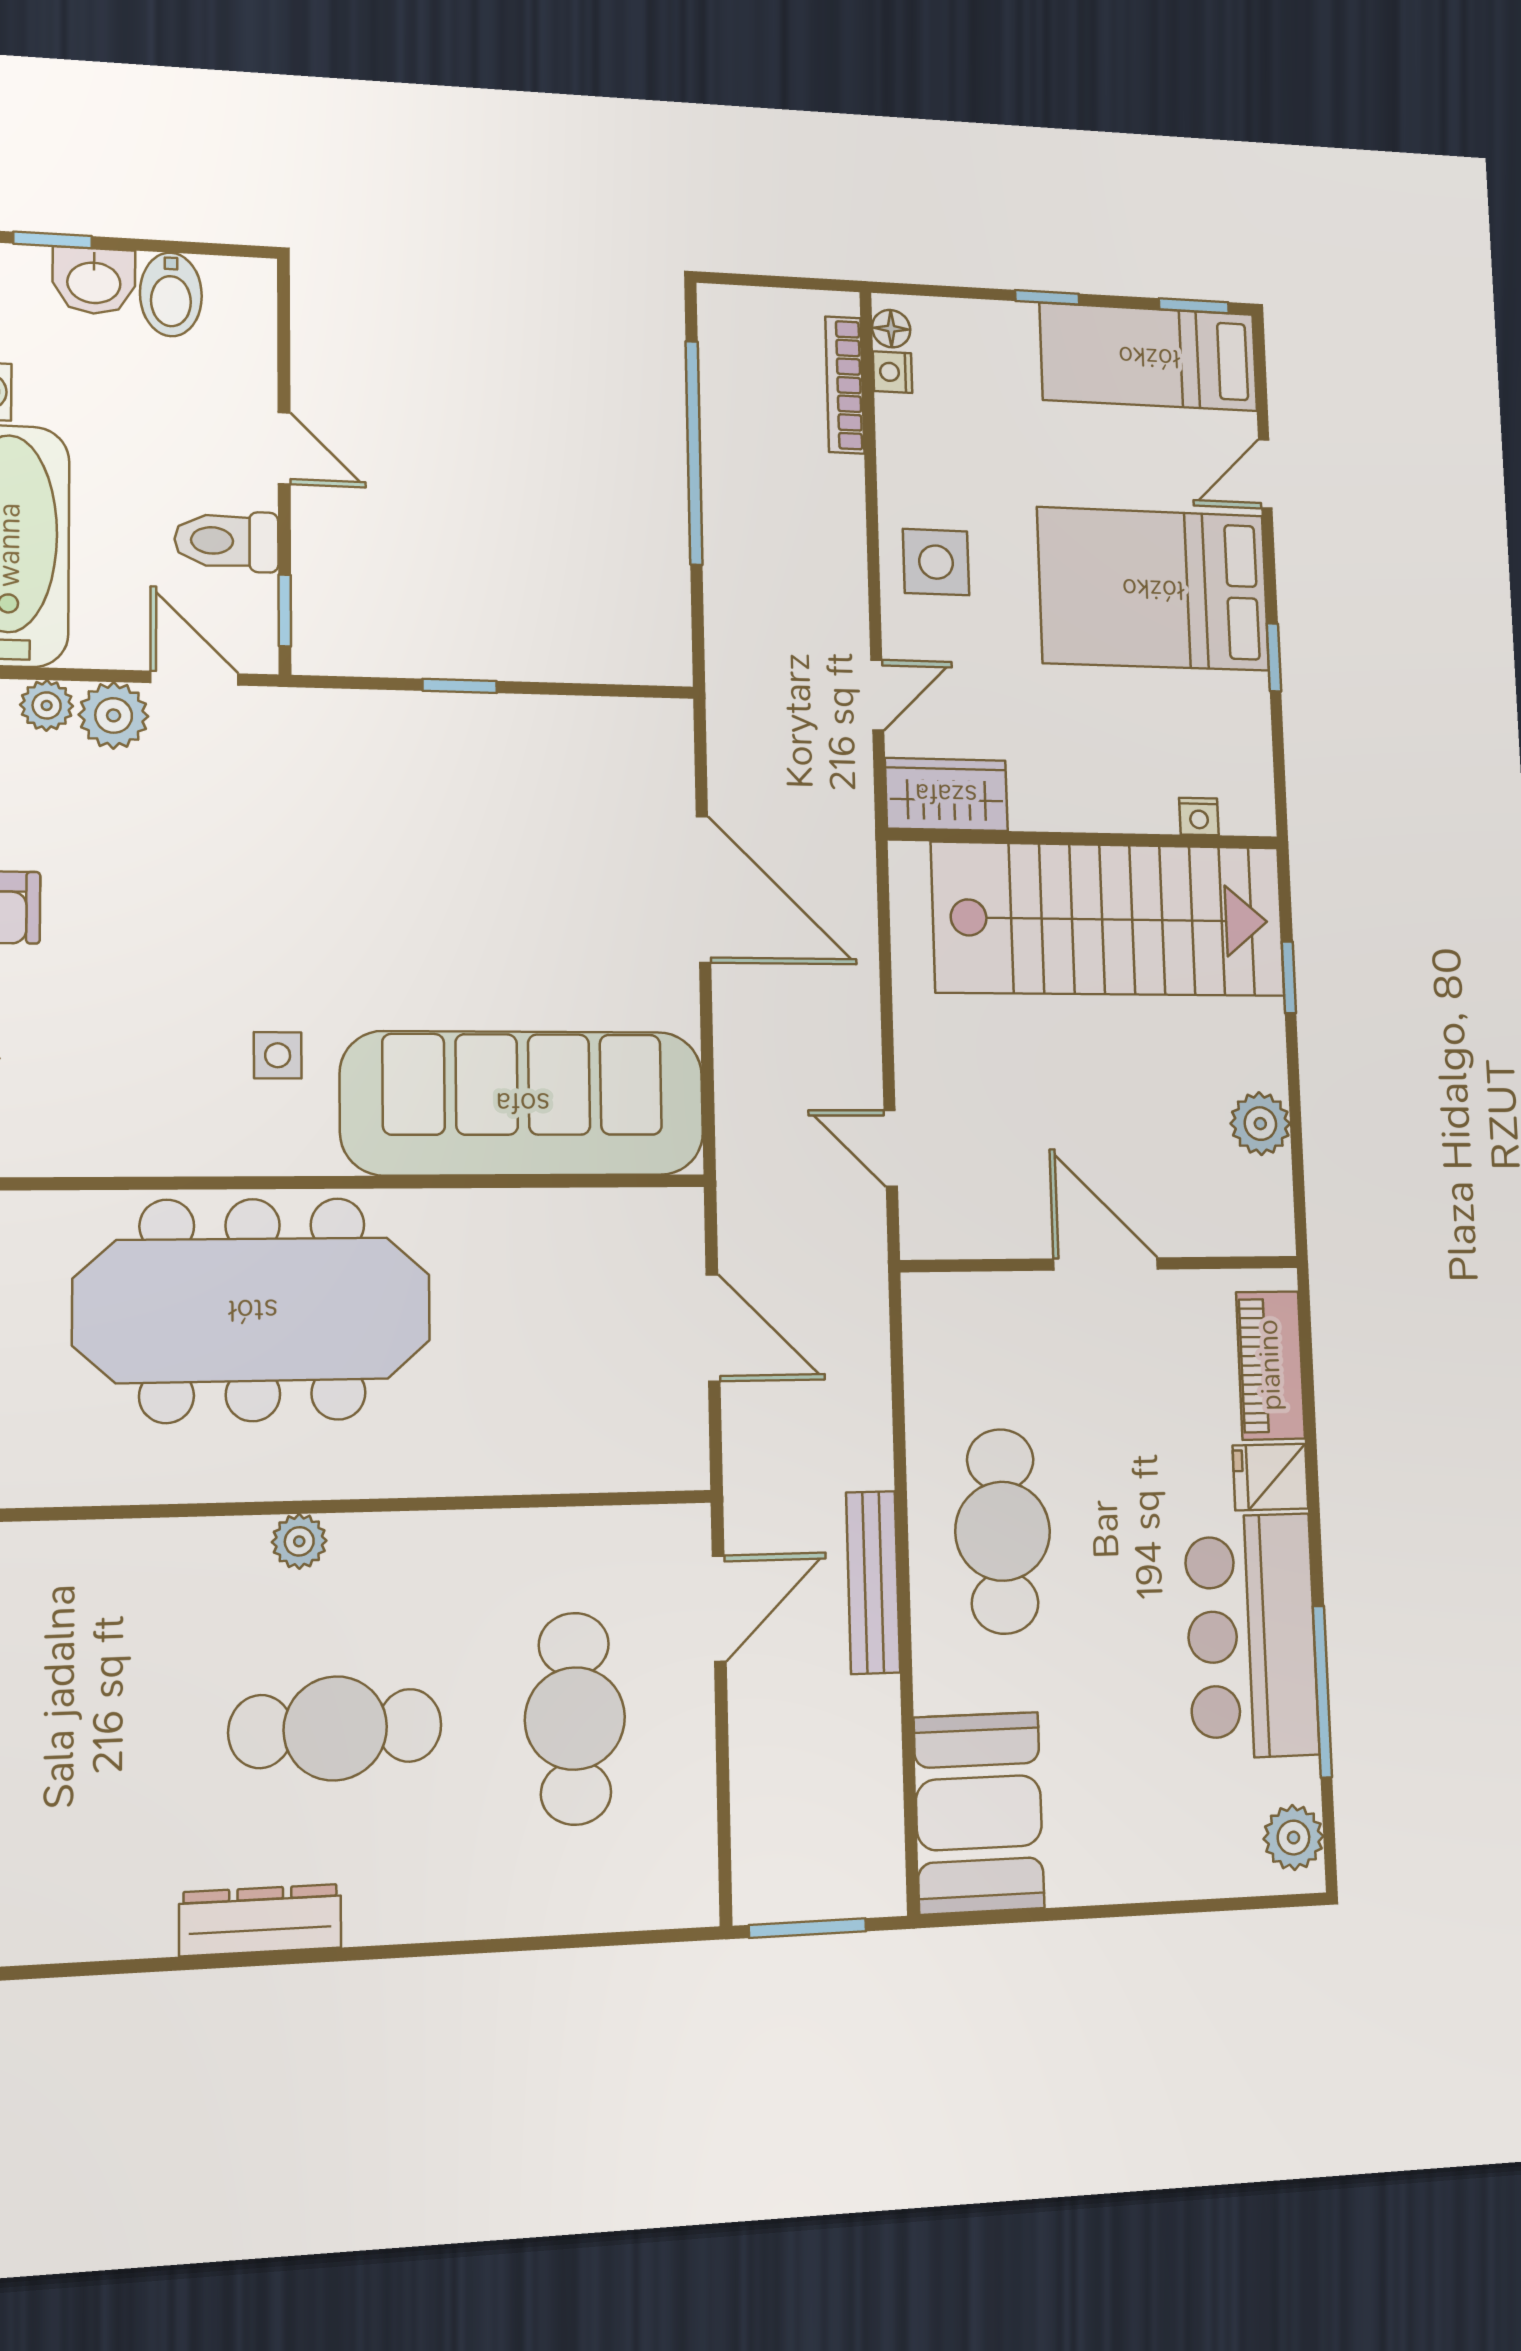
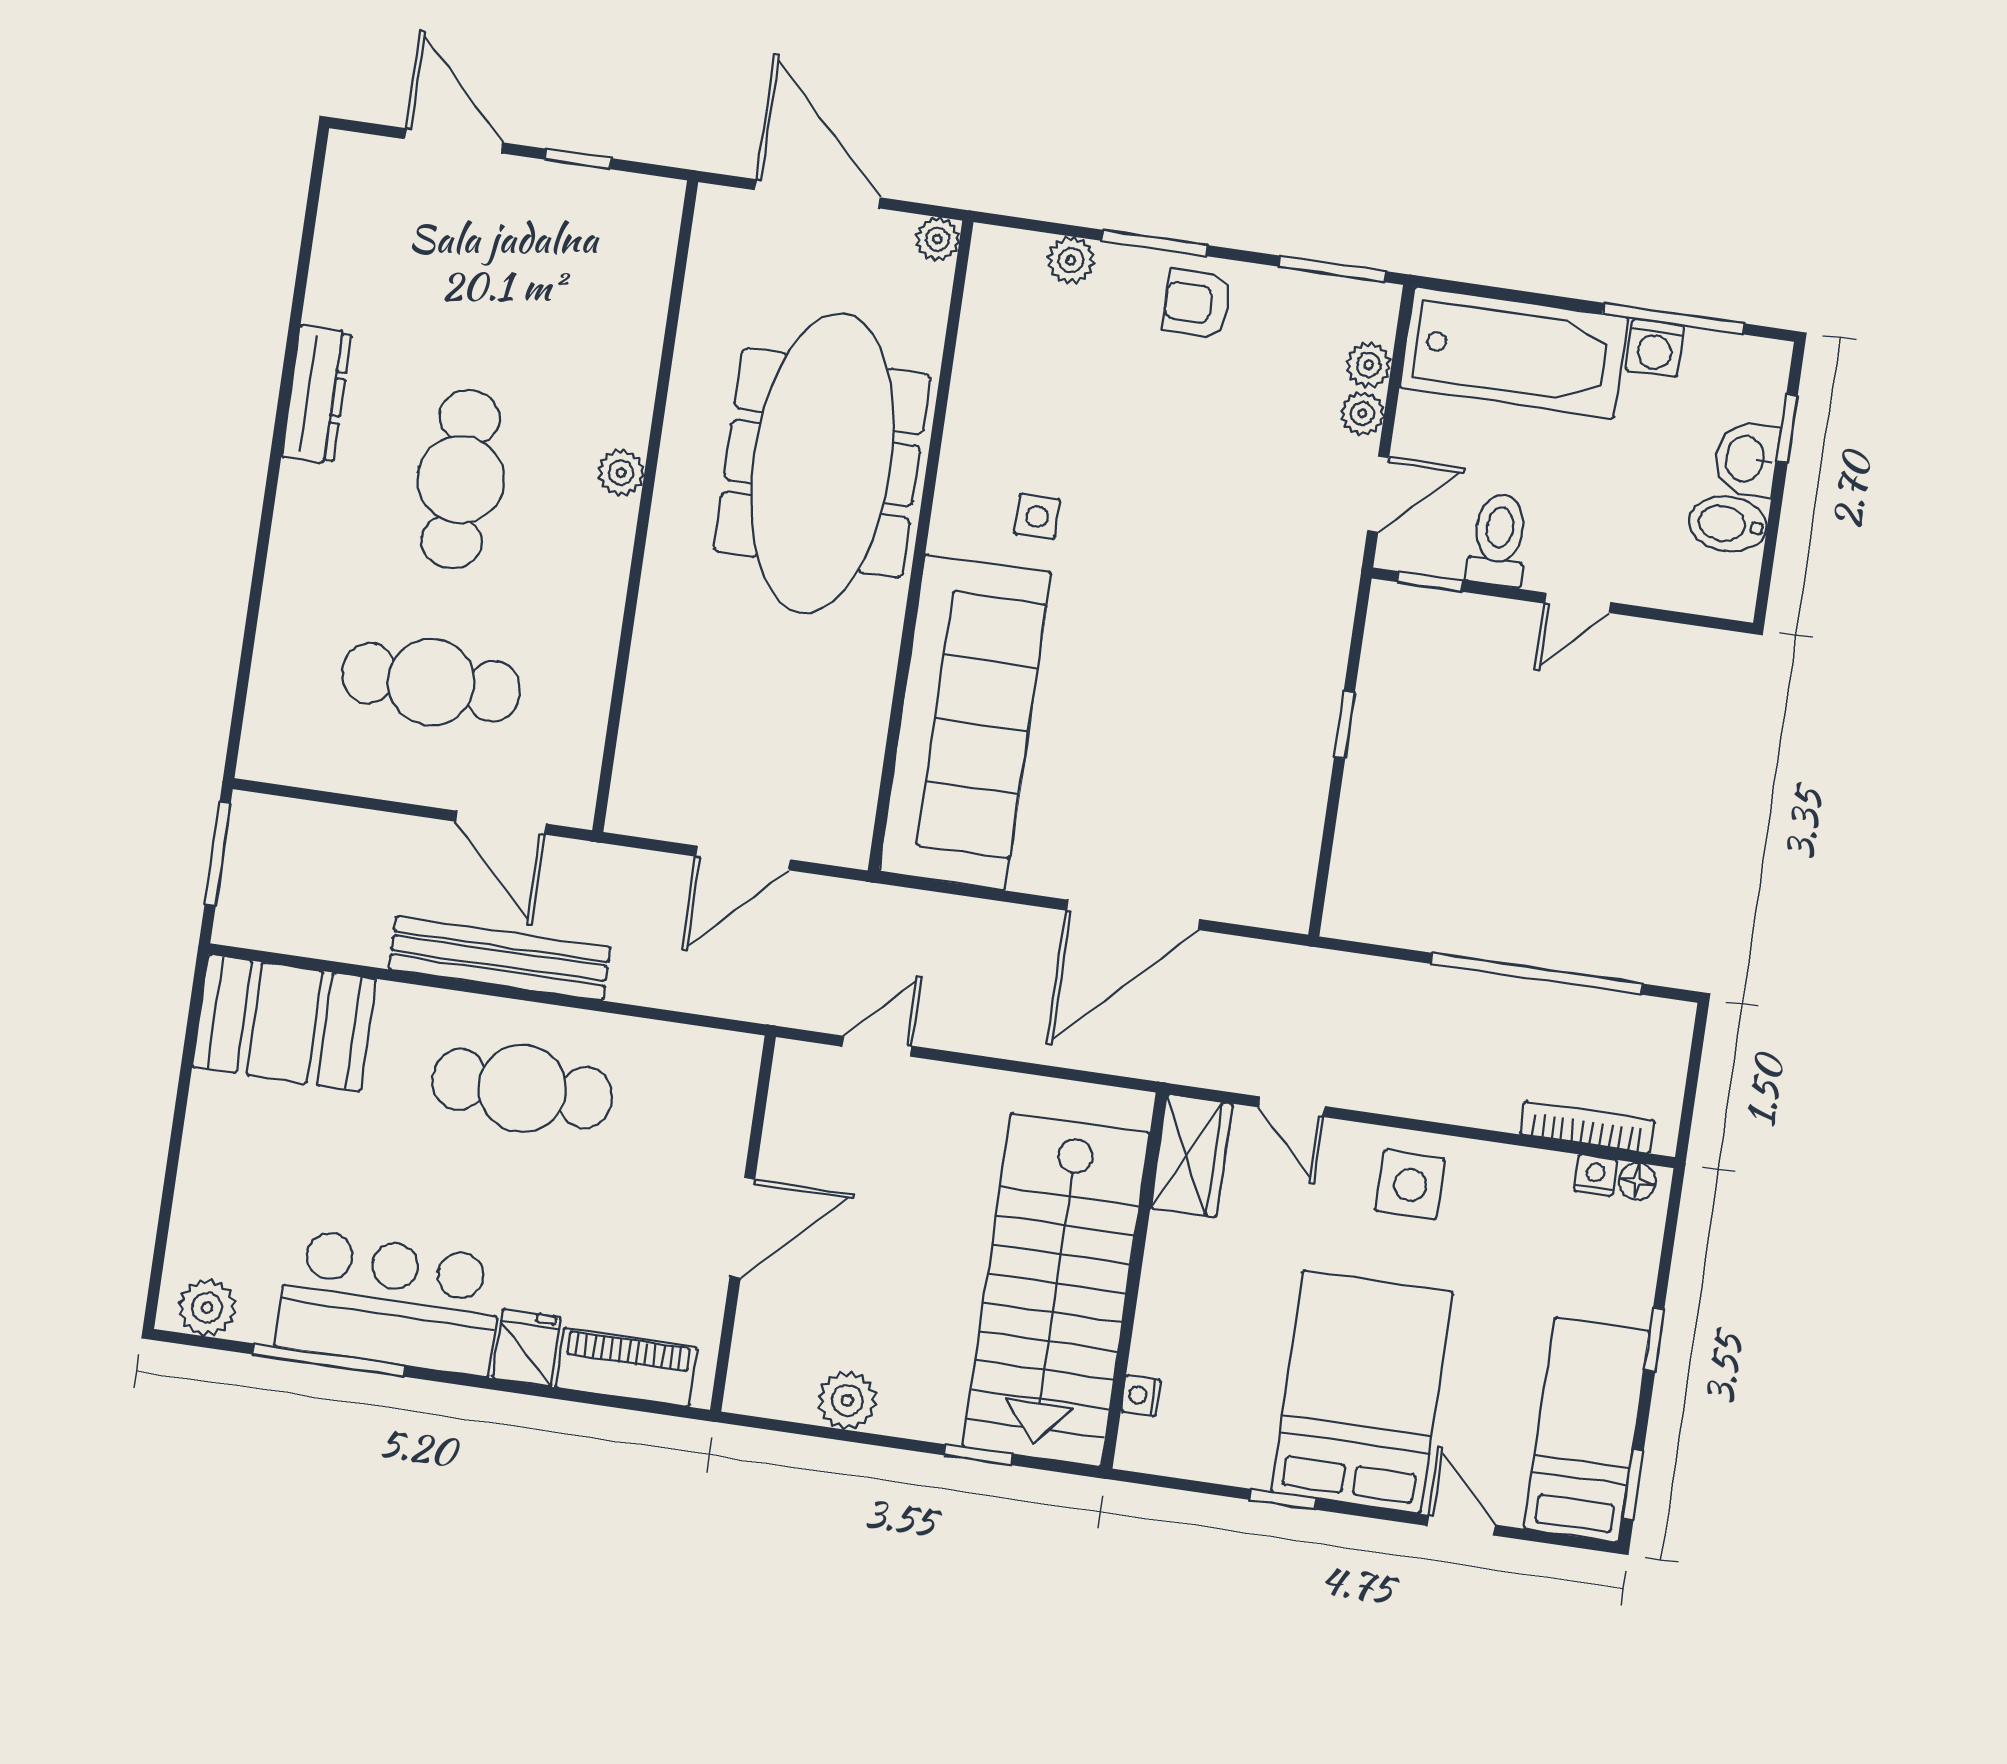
plant: (114, 715) -> (1362, 413), width x0.73, depth x0.73
bench: (873, 1582) -> (499, 958), width x1.37, depth x1.21

